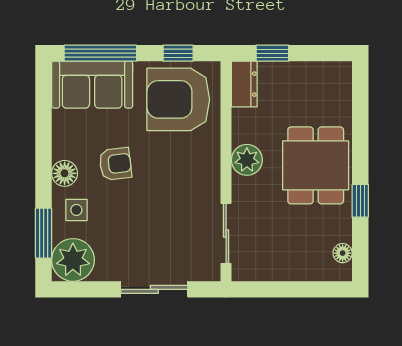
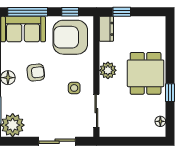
side table: (76, 210) -> (74, 88), moved

